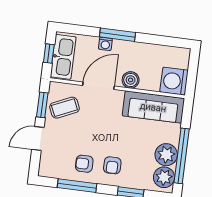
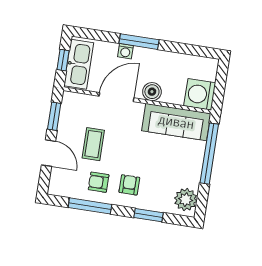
coffee table: (64, 108) -> (93, 144), moved, turned -66
door: (38, 138) -> (48, 153), swing flipped
plant: (166, 155) -> (189, 175), removed
window: (182, 156) -> (209, 154), moved
armchair: (112, 165) -> (129, 185), turned 180

